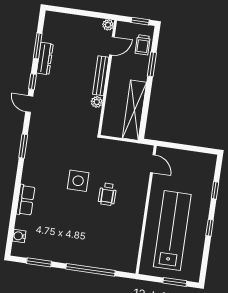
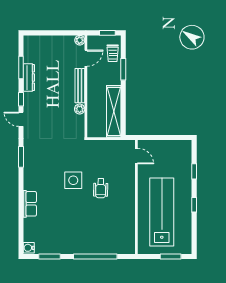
water cooler: (19, 236) -> (29, 248), moved

